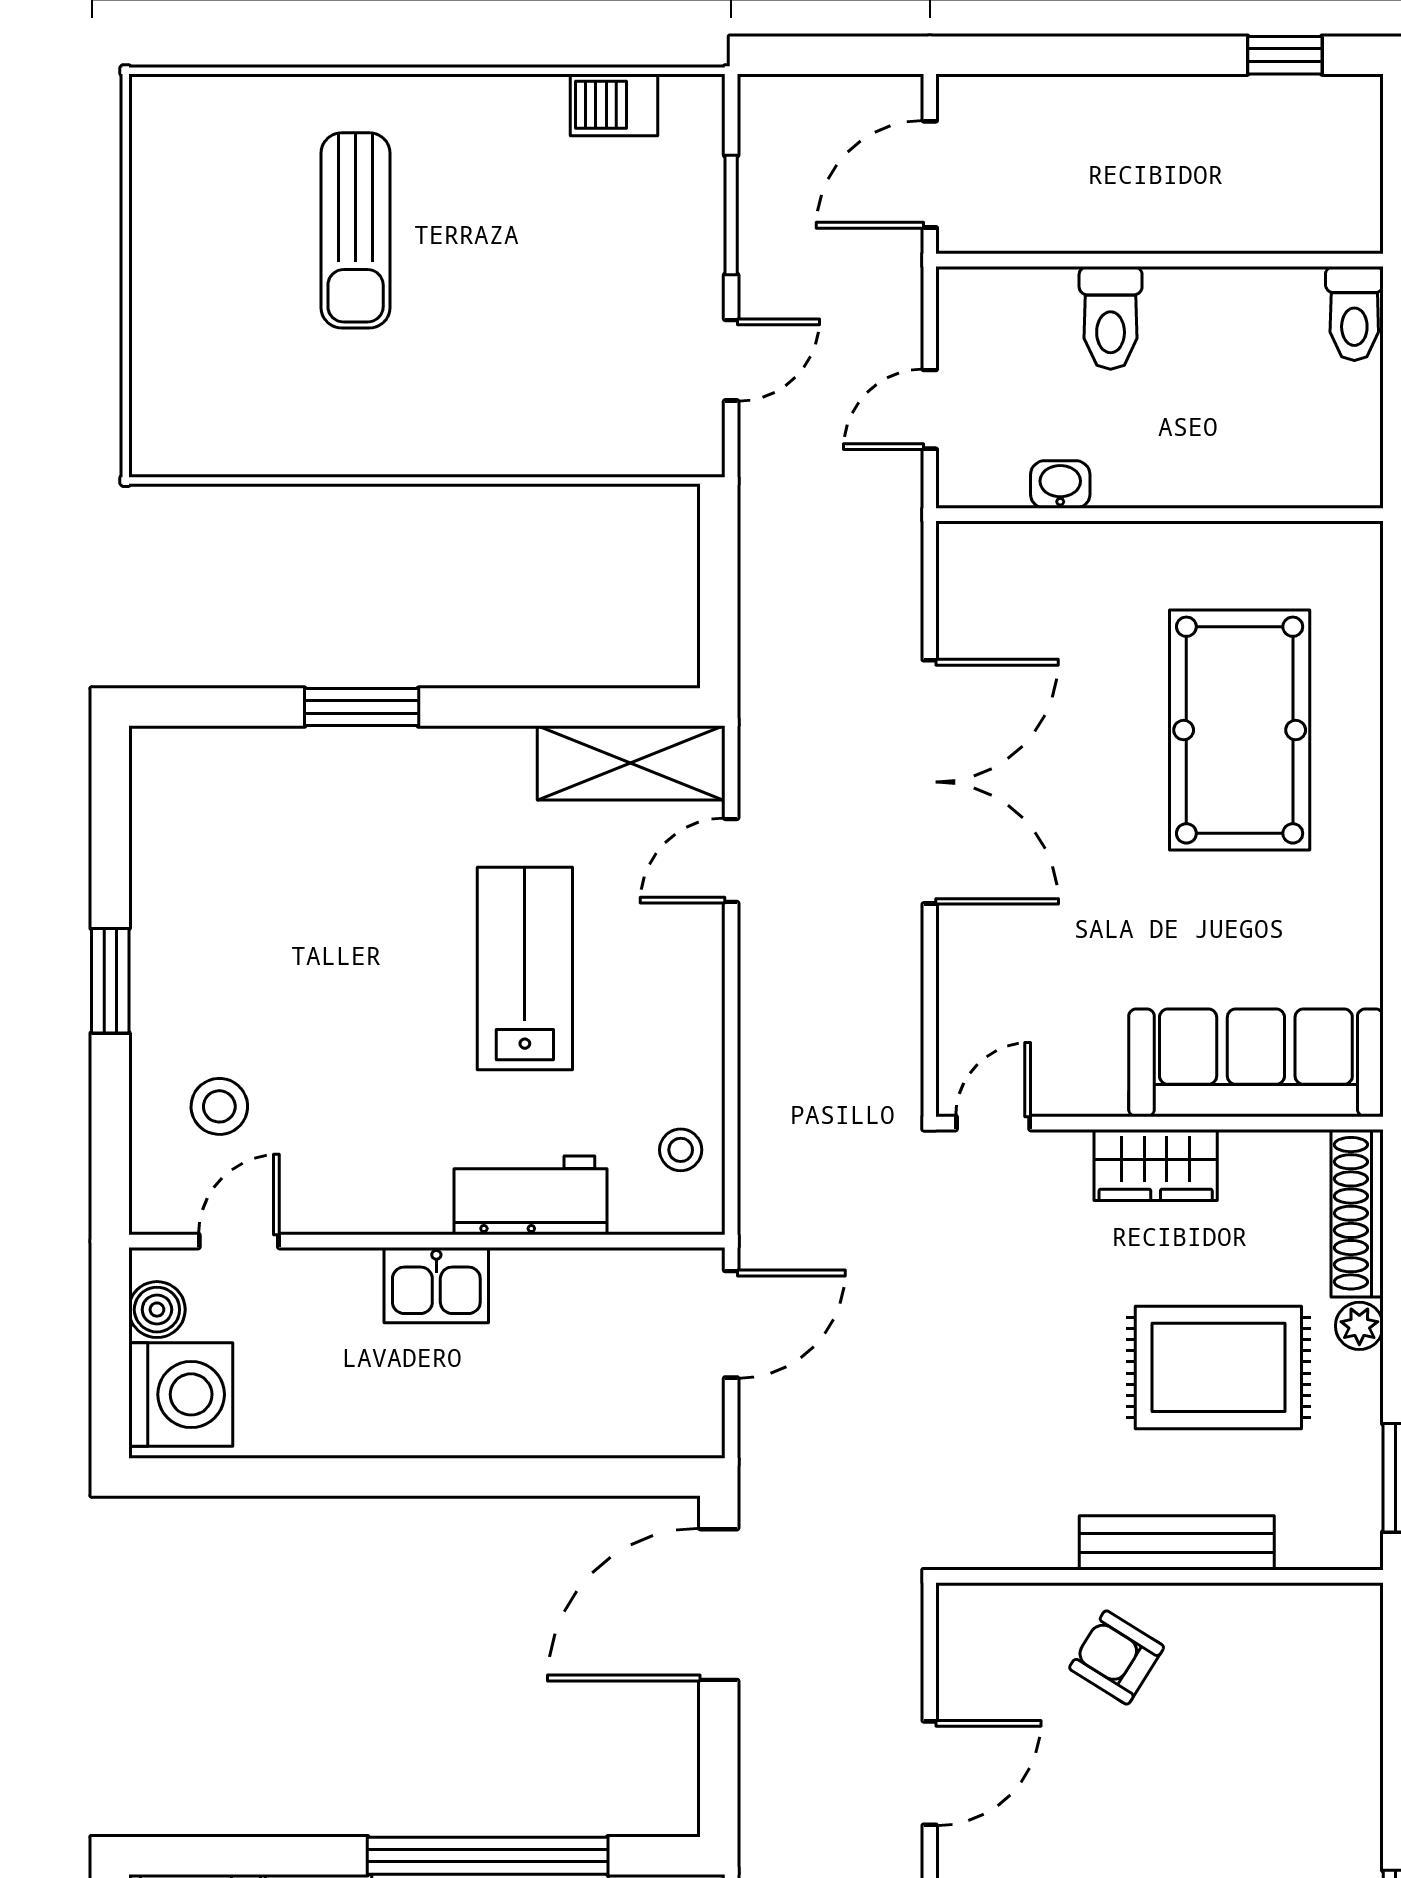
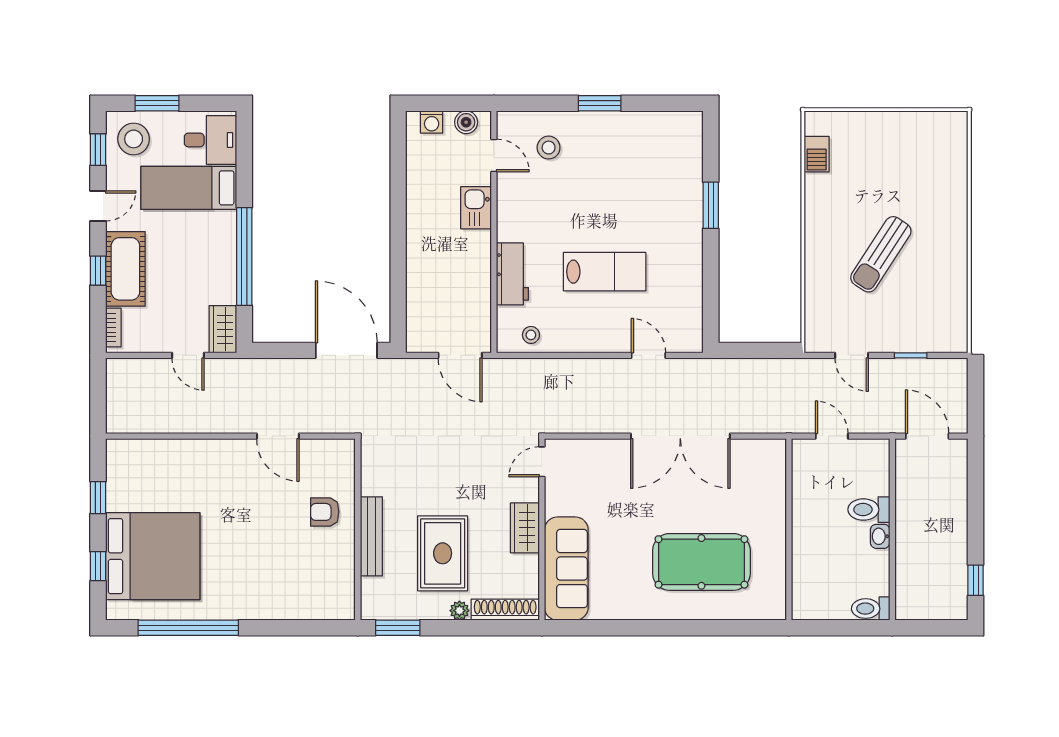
barbecue: (614, 105) -> (817, 154), moved, turned 180
window: (731, 215) -> (911, 355), width x0.67
sun lounger: (356, 230) -> (881, 254), moved, turned -57
washbasin: (1060, 484) -> (880, 536), moved, turned 180
shelving: (630, 763) -> (688, 315), removed
door: (993, 1123) -> (542, 462), swing flipped
kitchen sink: (436, 1285) -> (476, 208), moved
washing machine: (181, 1394) -> (432, 122), width x0.53, depth x0.53
armchair: (1117, 1657) -> (325, 512), turned -122

